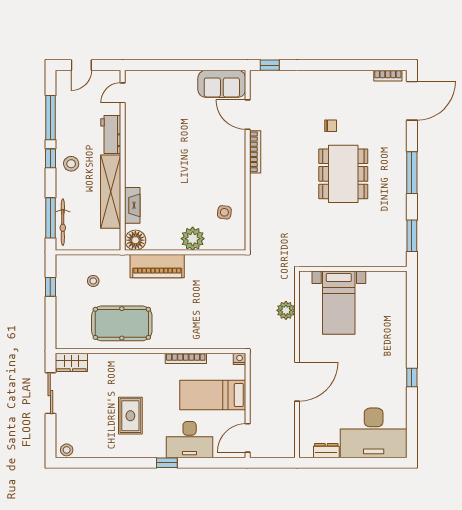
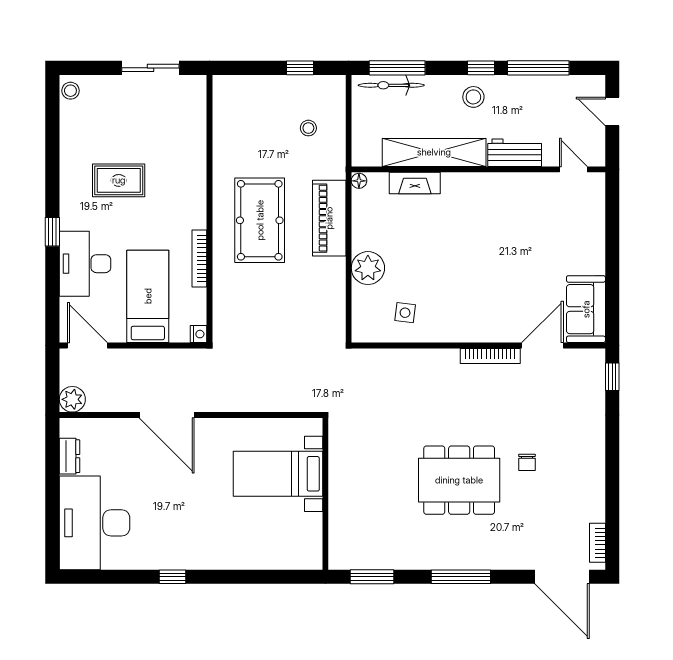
floor lamp: (135, 240) -> (359, 181), width x0.53, depth x0.53
plant: (286, 310) -> (72, 399), moved
pool table: (122, 323) -> (260, 220), moved
wardrobe: (71, 362) -> (194, 97), removed

